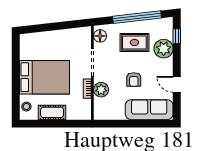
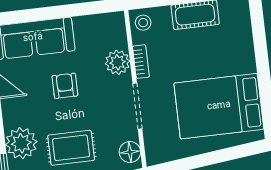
bed: (44, 77) -> (219, 106), moved
stool: (26, 107) -> (143, 23), moved

